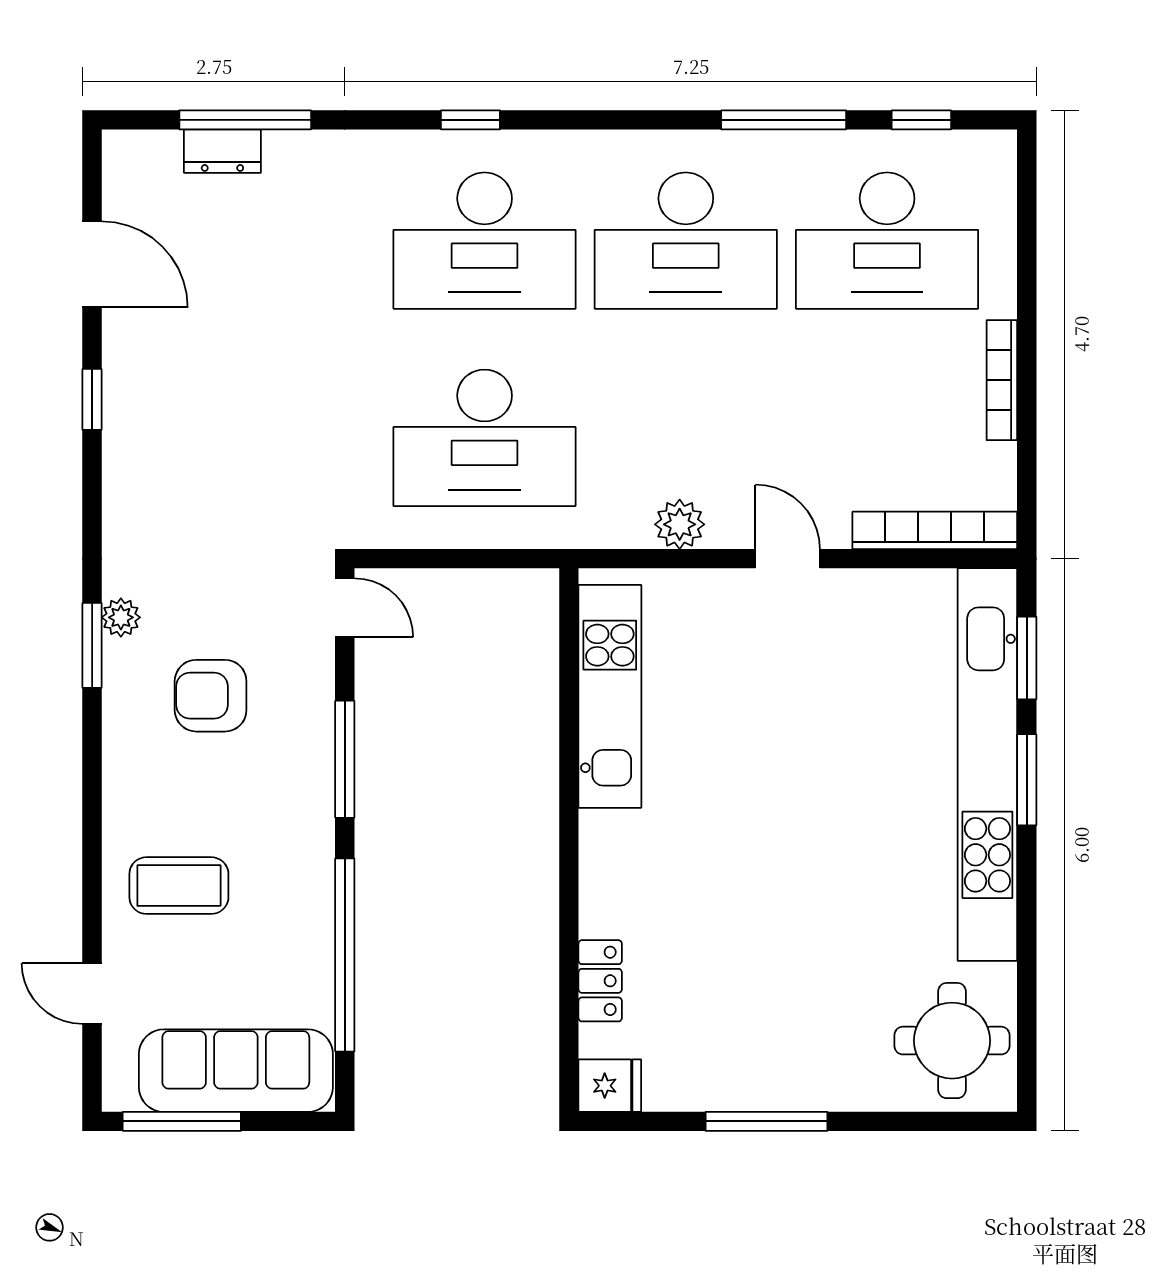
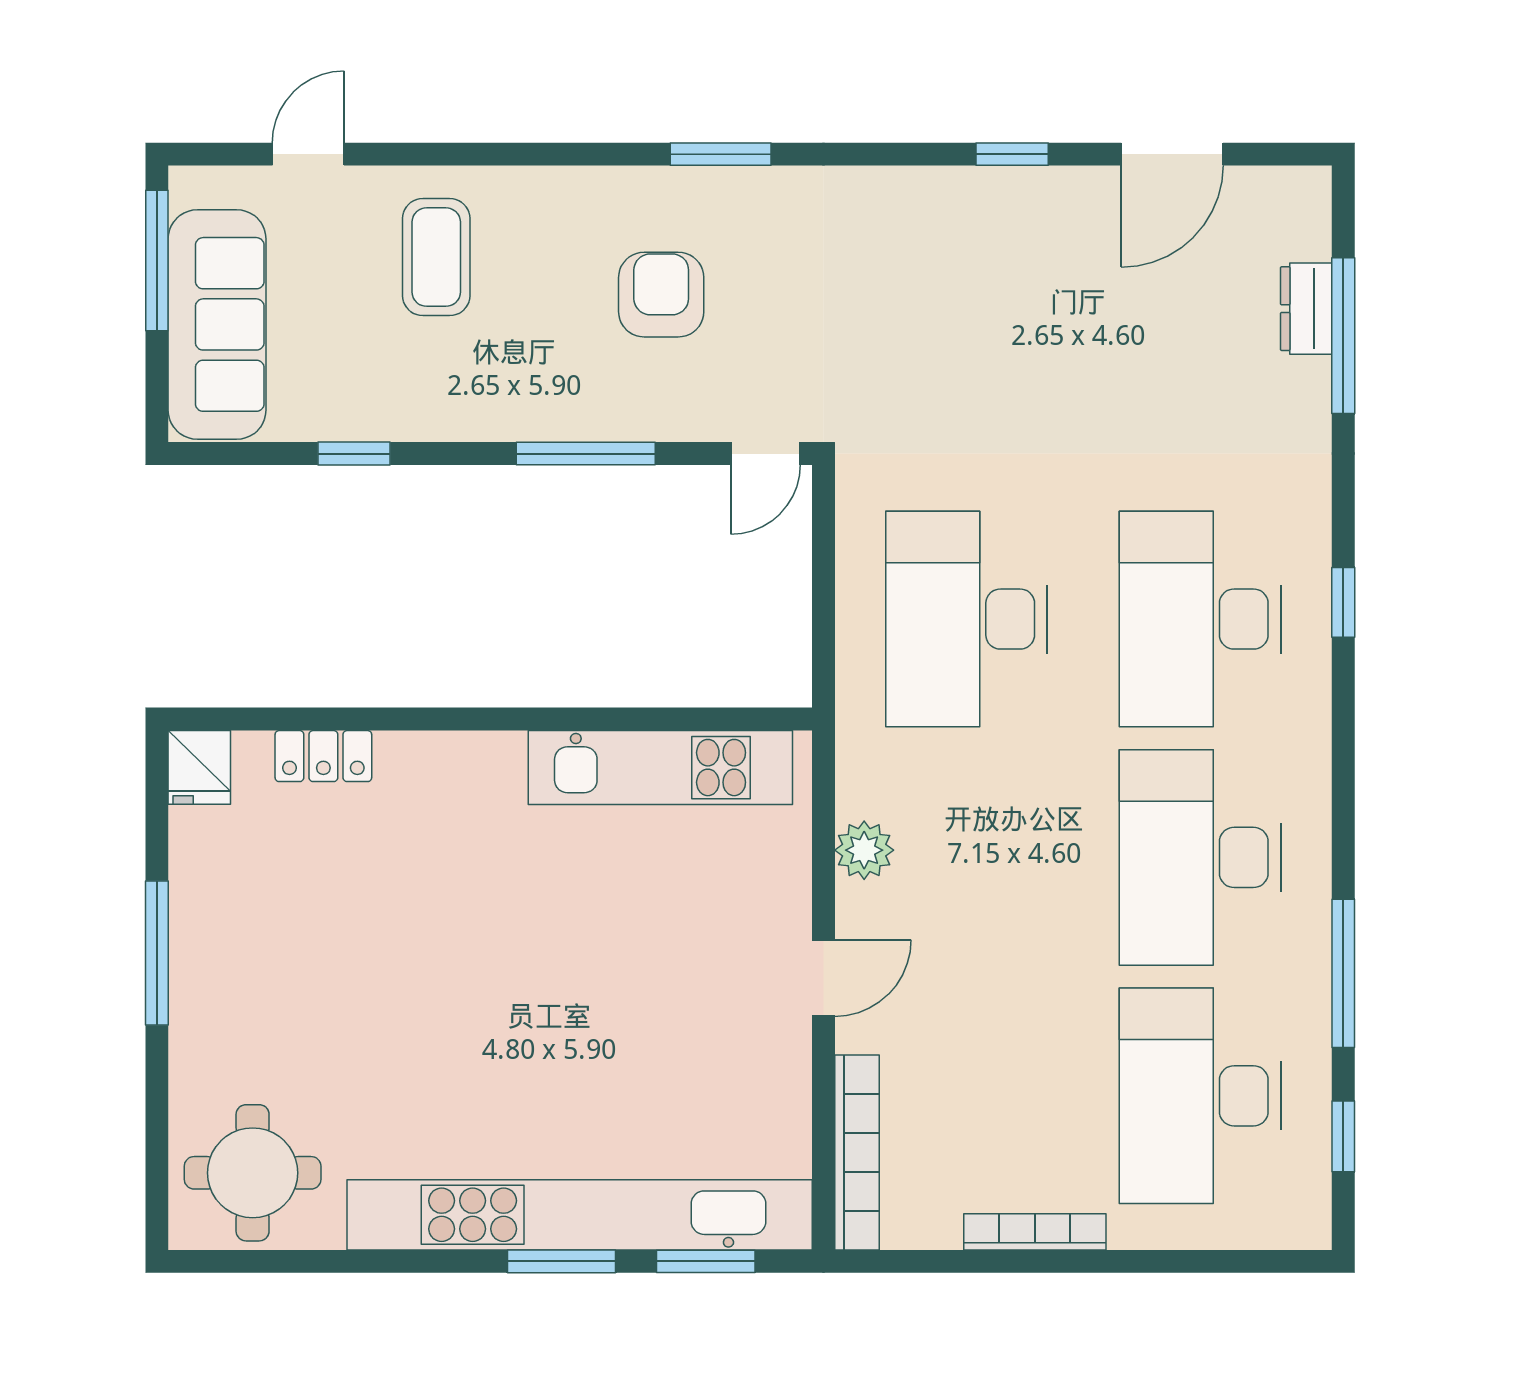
plant: (121, 617) -> (754, 188), removed
window: (345, 955) -> (354, 454), width x0.32

